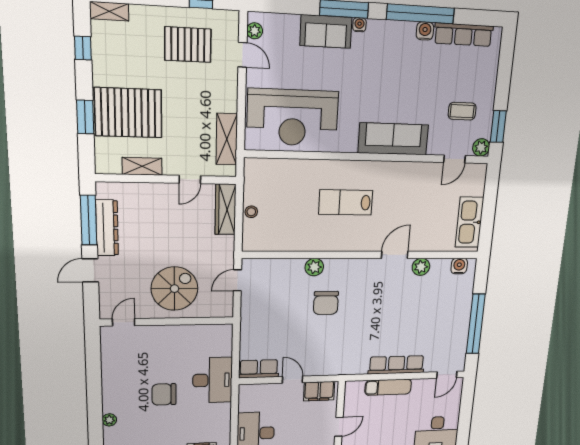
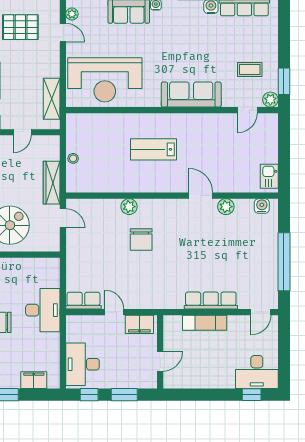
wardrobe: (225, 209) -> (52, 183), moved
kitchen sink: (469, 222) -> (269, 176), width x0.53, depth x0.81
door: (395, 255) -> (201, 196), hinge flipped
door: (237, 280) -> (63, 218), swing flipped

